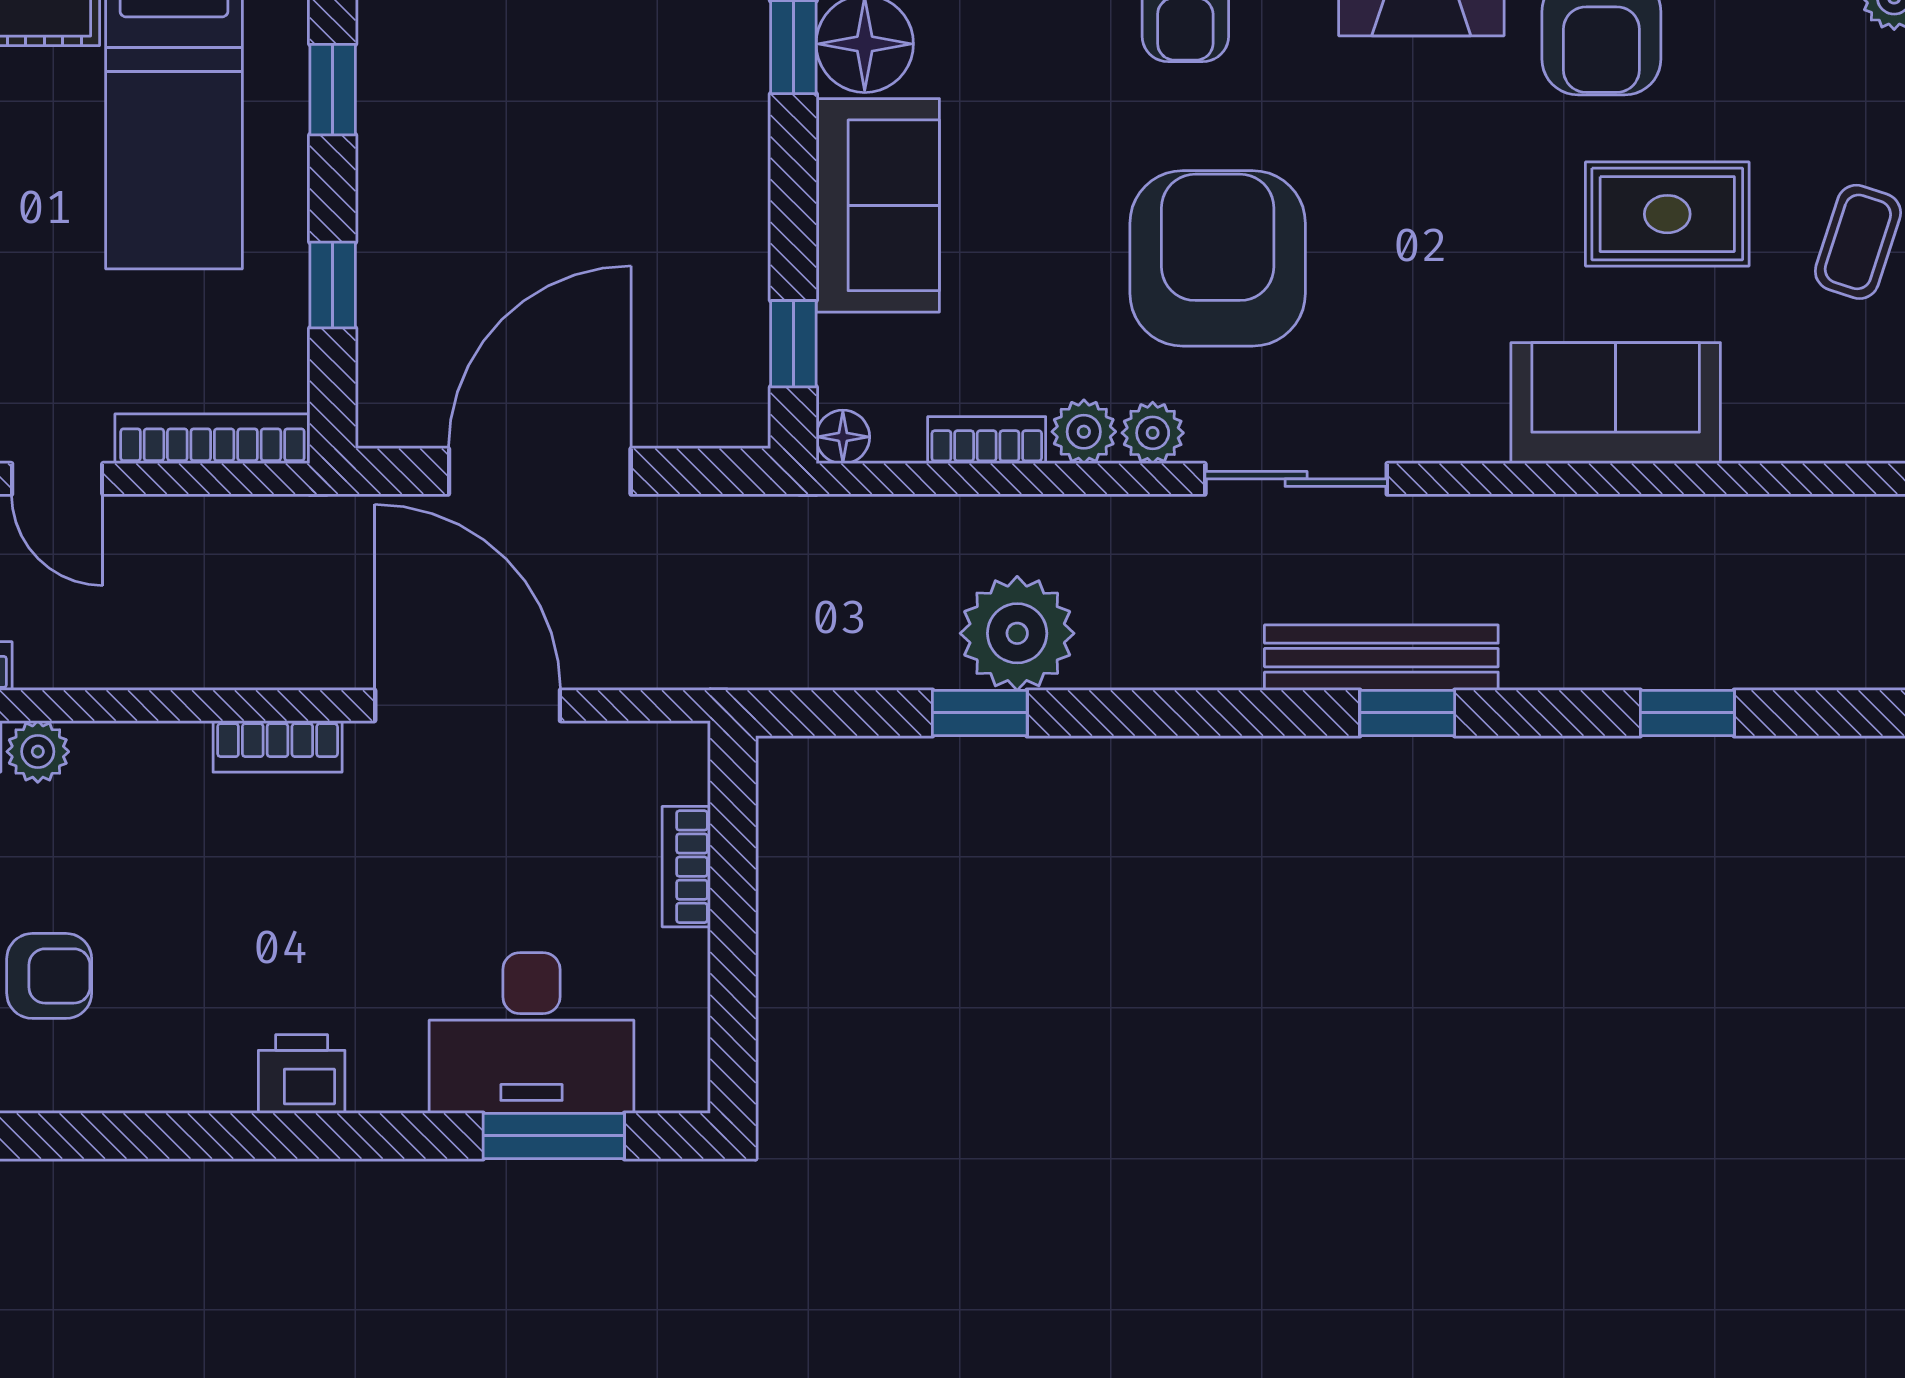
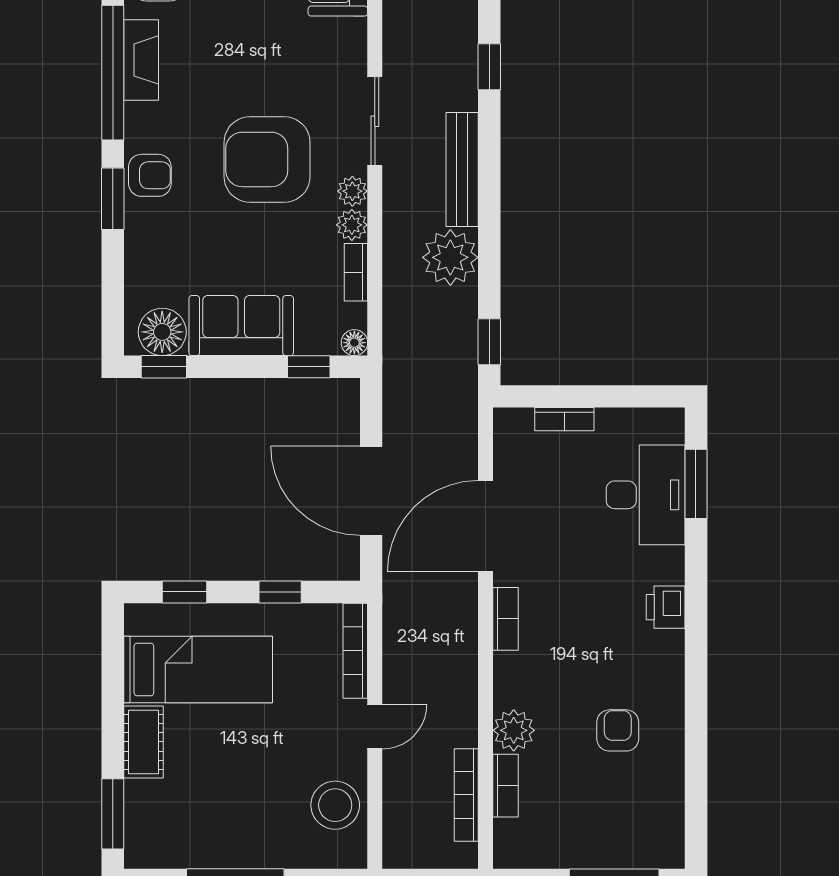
bench: (1381, 658) -> (462, 170), moved
window: (980, 713) -> (489, 342), moved
plant: (38, 752) -> (514, 730), width x1.38, depth x1.38

